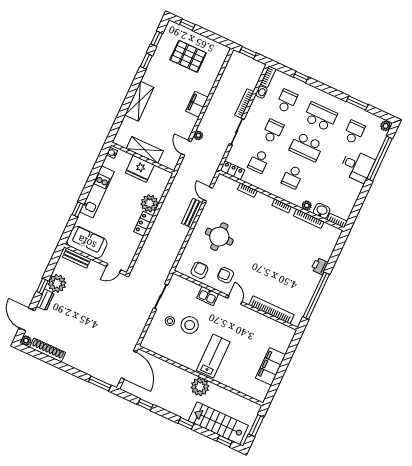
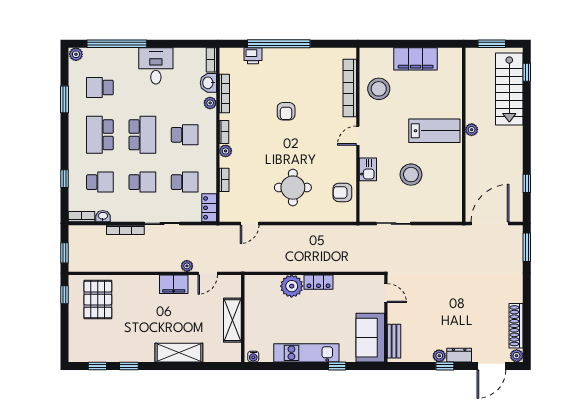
window: (187, 25) -> (65, 295), moved
pallet: (188, 56) -> (98, 300), moved
school desk: (287, 101) -> (100, 182), turned 180
filing cabinet: (197, 104) -> (174, 284), moved
school desk: (273, 131) -> (142, 182), turned 180
desk: (357, 166) -> (156, 66), moved
fridge: (140, 169) -> (257, 316), removed
plant: (267, 201) -> (226, 151), added
bench: (192, 213) -> (280, 232), removed
printer: (320, 266) -> (253, 56), moved
armchair: (226, 275) -> (286, 111), moved
plant: (57, 283) -> (439, 356), width x0.53, depth x0.53
window: (316, 296) -> (279, 44), moved
stool: (170, 321) -> (379, 89), moved, width x1.89, depth x1.89
lab bench: (213, 356) -> (434, 131), turned 180
plant: (200, 387) -> (472, 130), width x0.53, depth x0.53
window: (186, 423) -> (527, 126), removed

